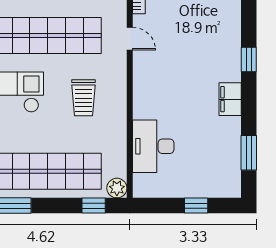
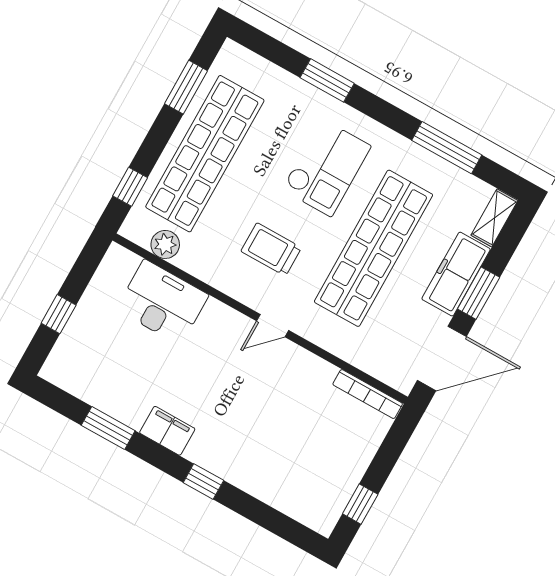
door: (130, 39) -> (273, 326), moved
window: (249, 153) -> (108, 428), moved
plant: (117, 188) -> (165, 244), moved

